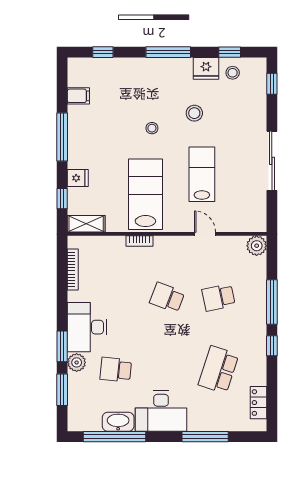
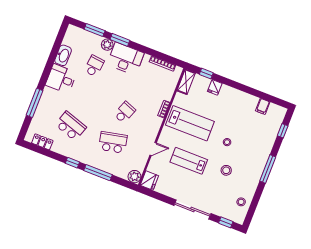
window: (230, 52) -> (254, 205), removed
fridge: (206, 68) -> (149, 181), moved, turned 180
window: (62, 137) -> (242, 88), removed
sliding door: (272, 161) -> (193, 209), moved
lab bench: (202, 174) -> (189, 161), turned 180
school desk: (218, 297) -> (113, 142), width x1.85
desk: (161, 411) -> (61, 79), width x0.73
window: (115, 437) -> (55, 50), removed

